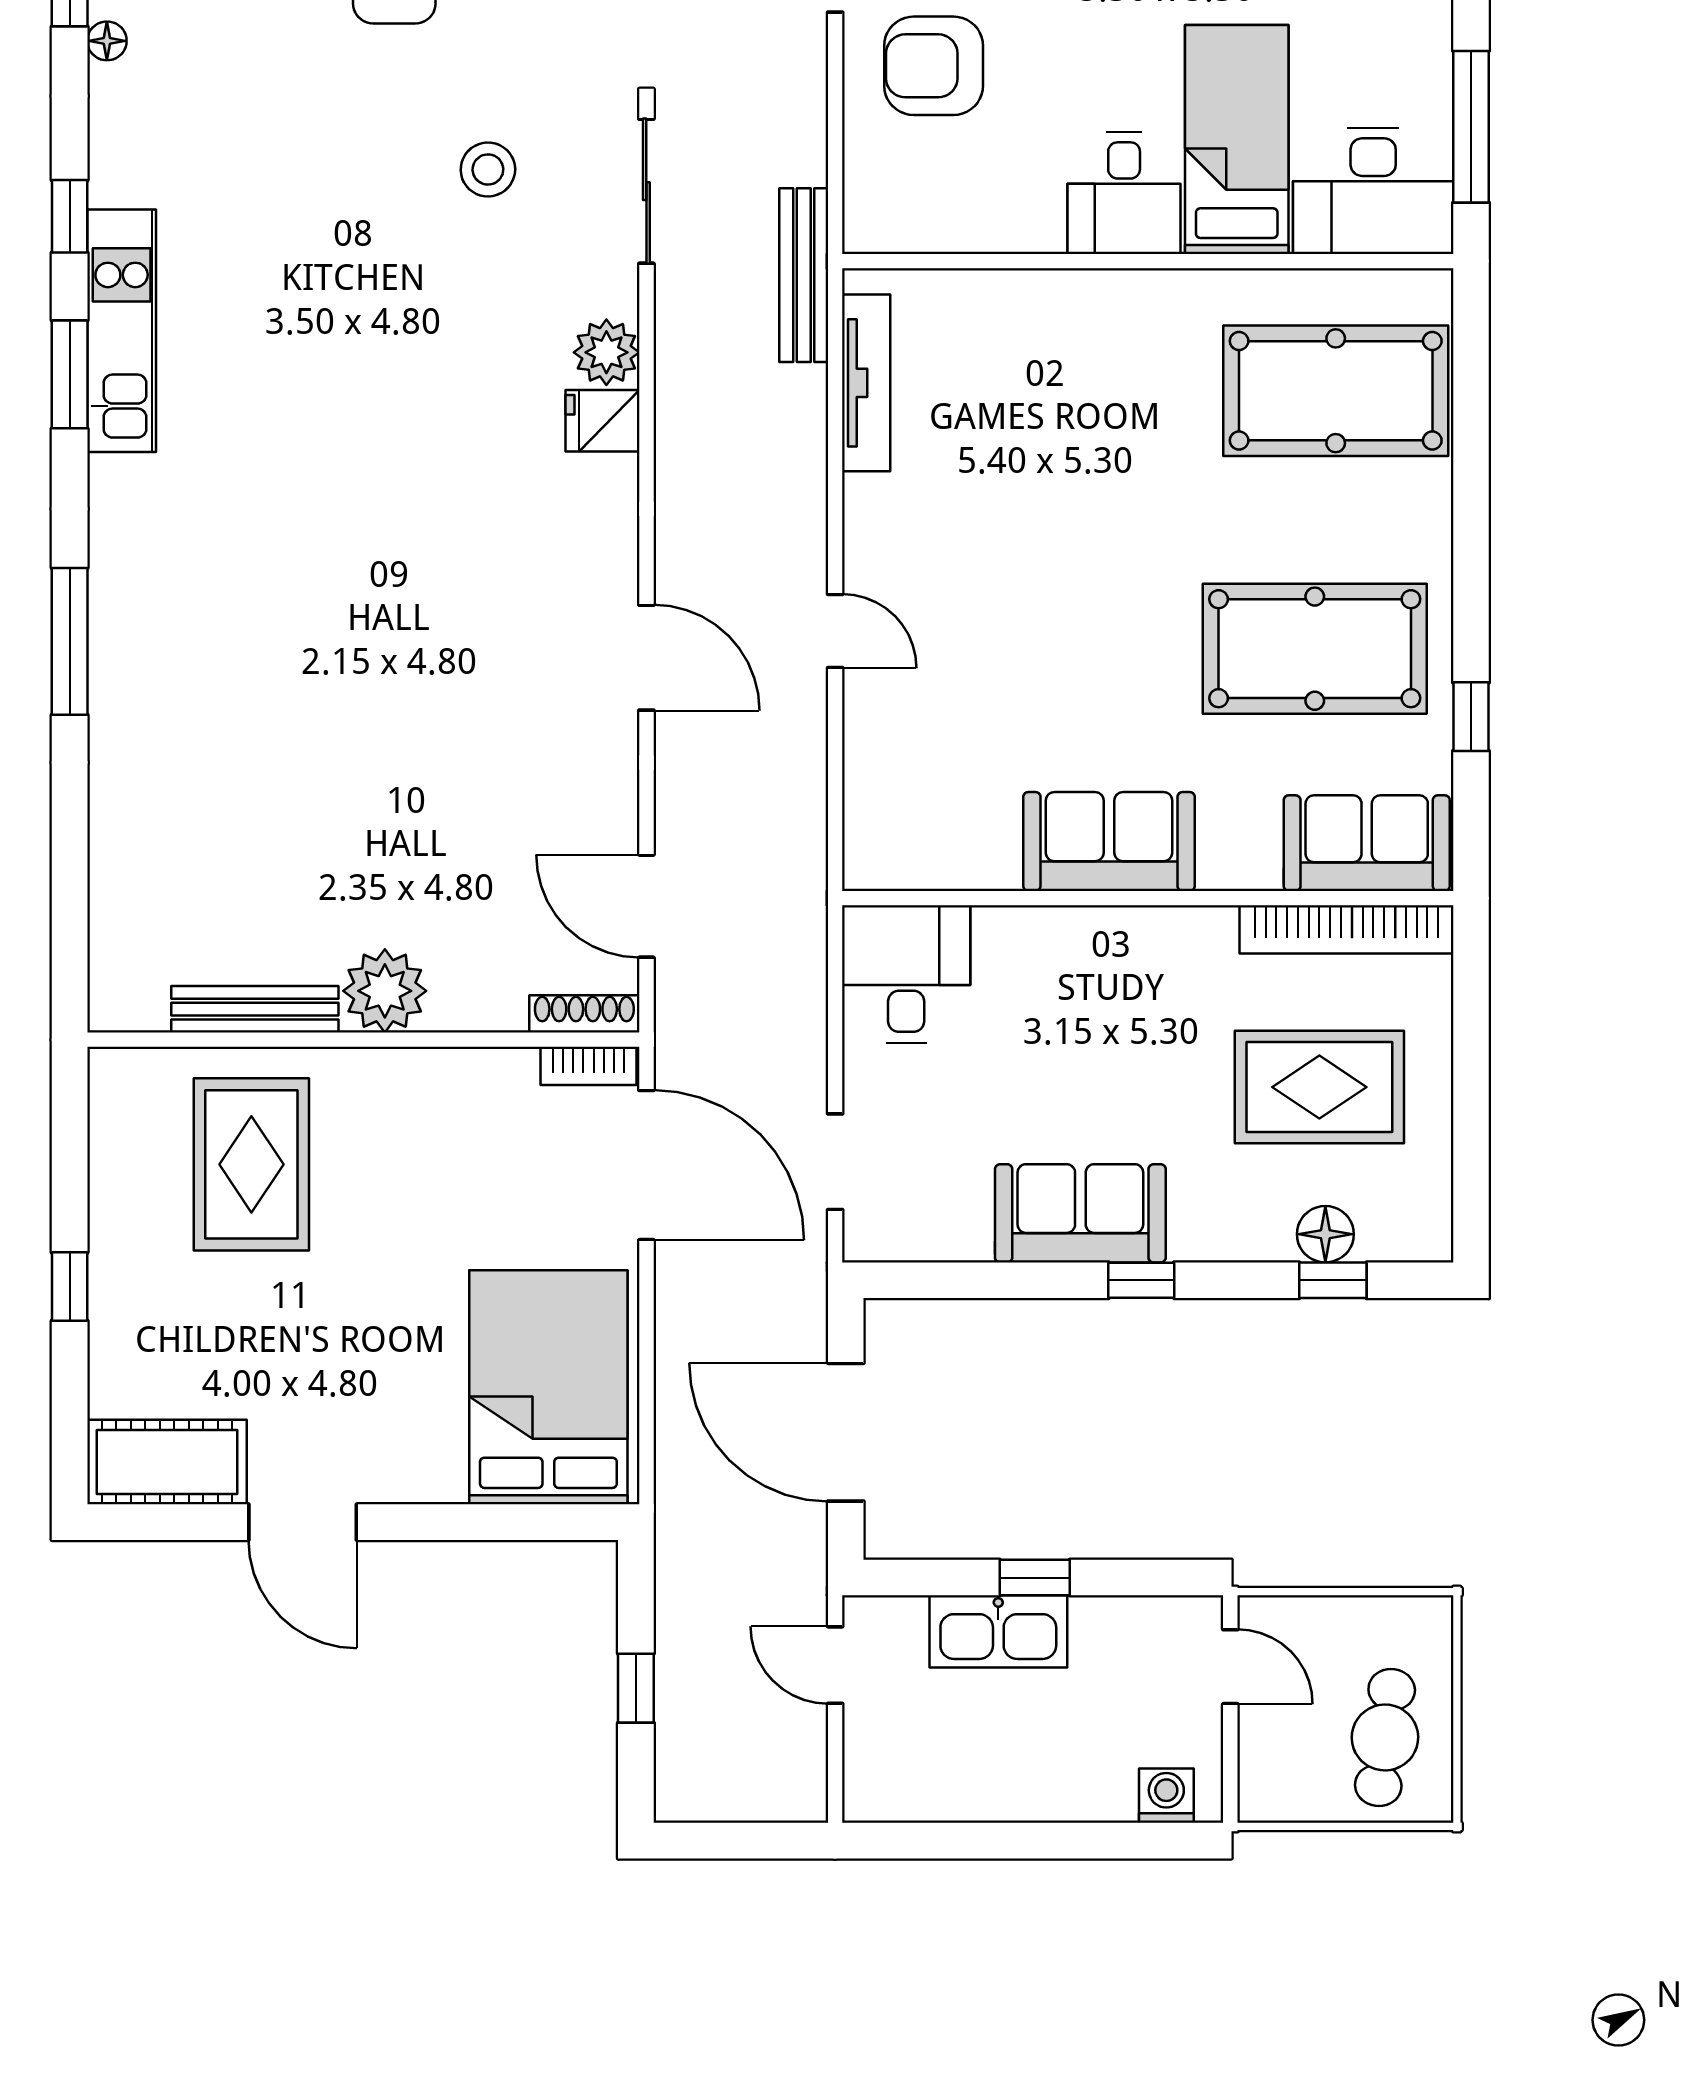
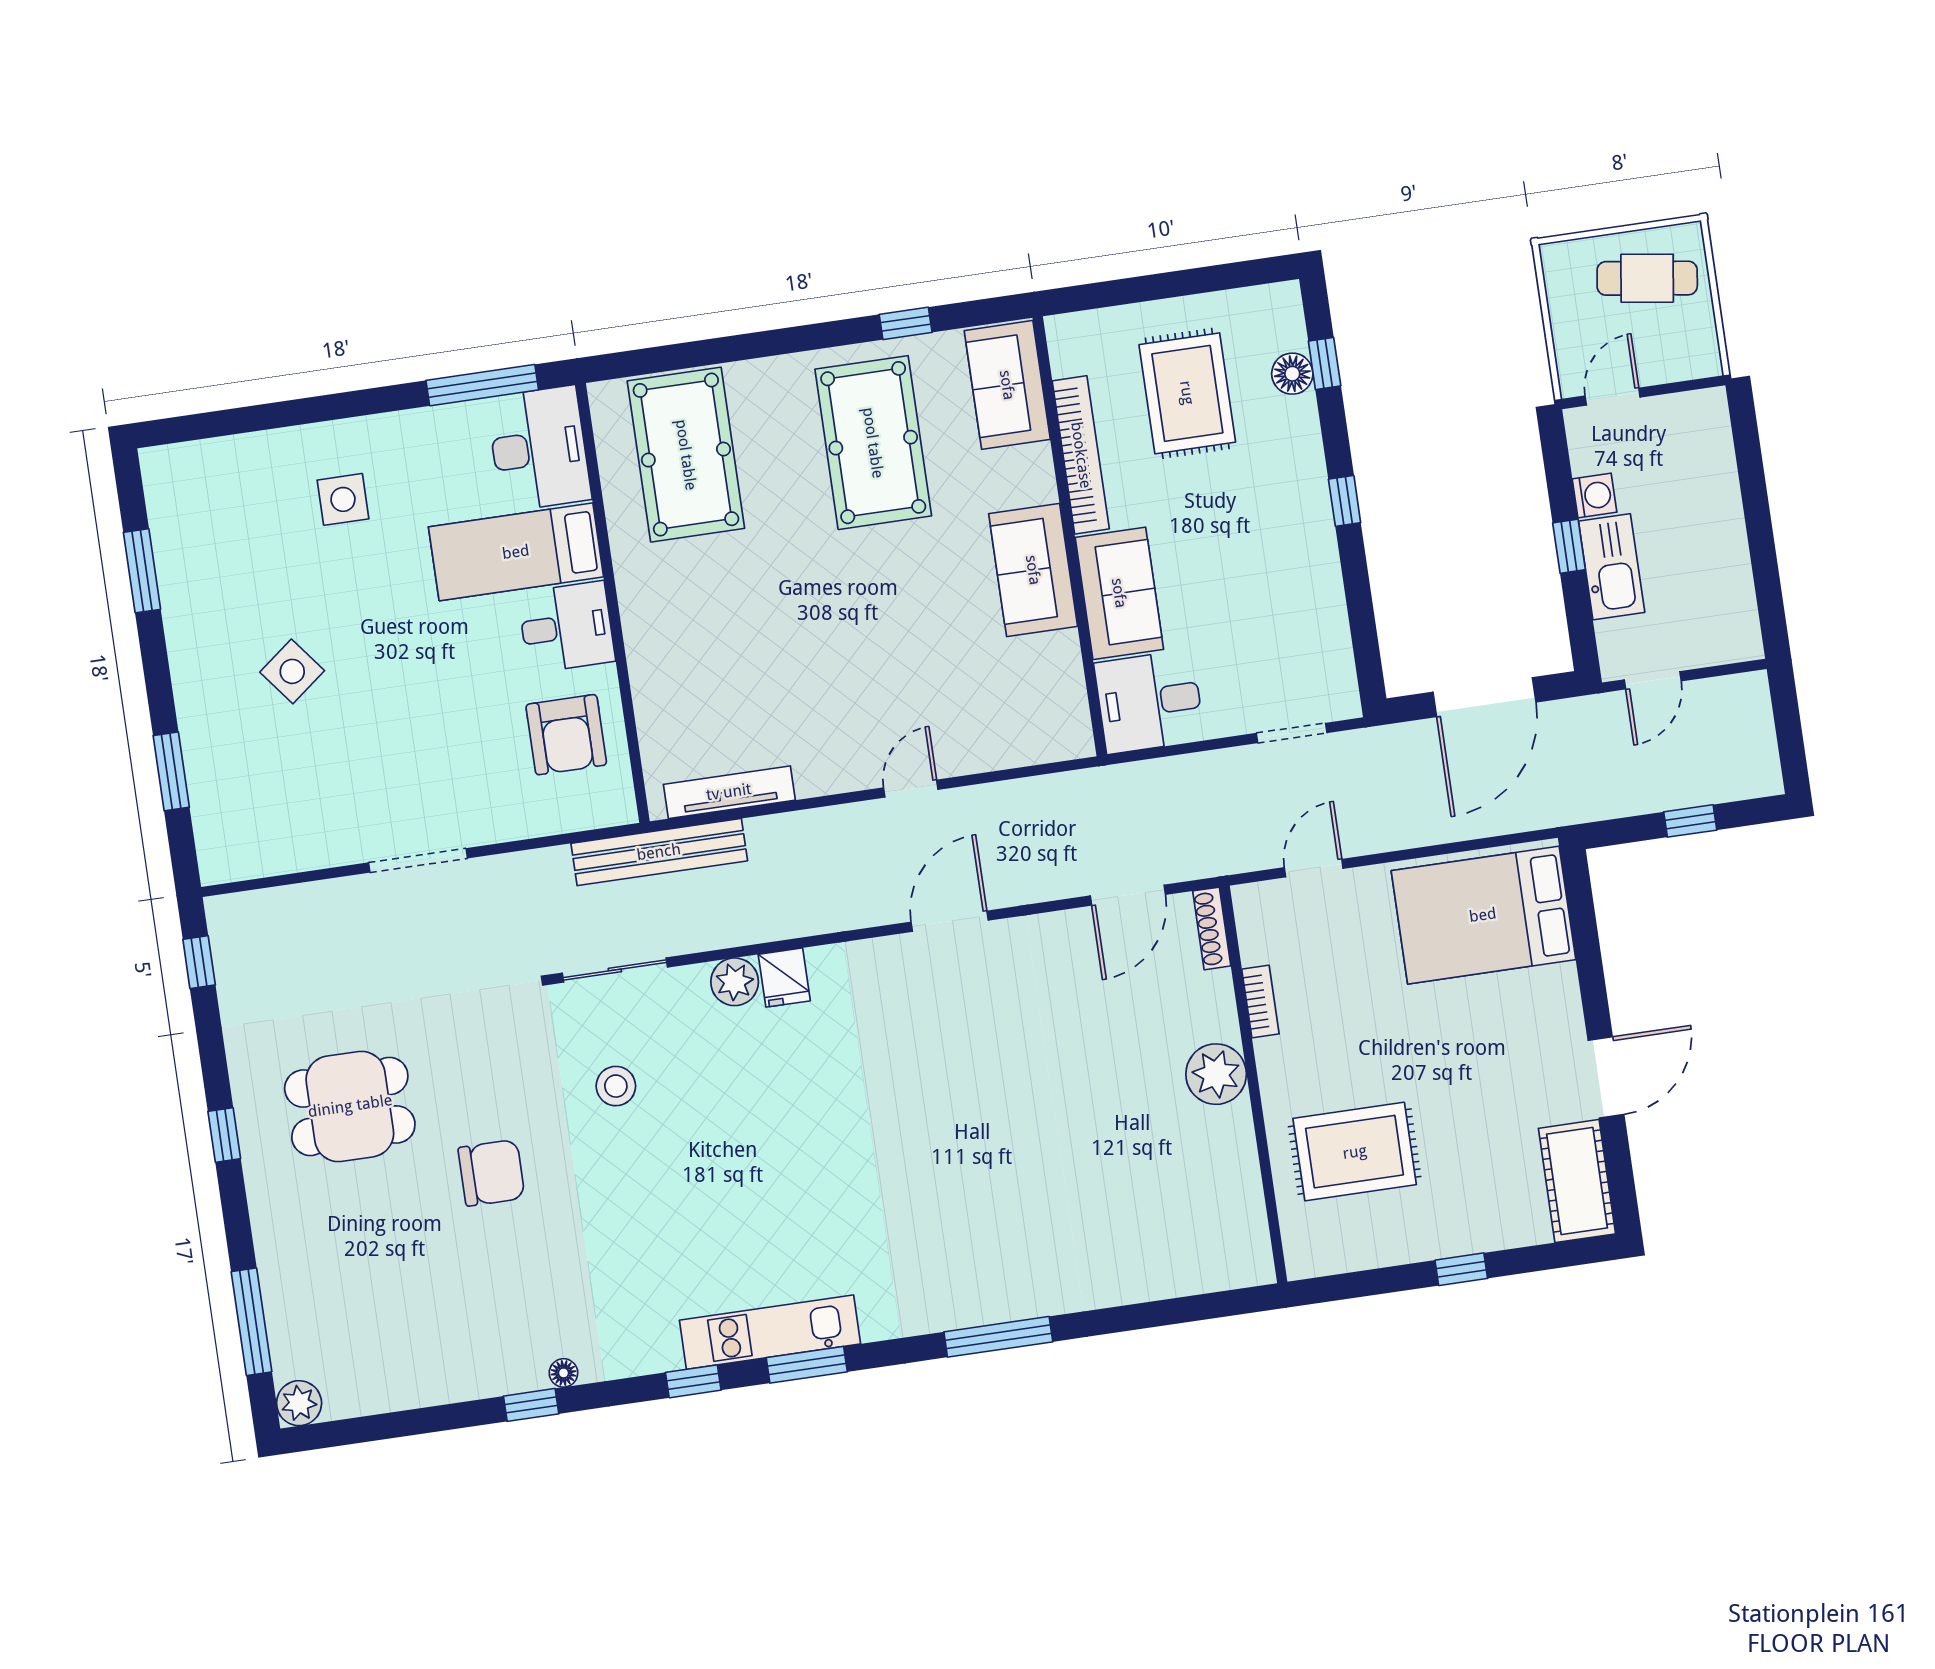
armchair: (934, 66) -> (566, 735), moved
bench: (804, 275) -> (659, 852), width x1.37, depth x1.21
bookcase: (1346, 929) -> (1081, 455), moved
bench: (255, 1009) -> (1243, 1165), removed
bookcase: (588, 1066) -> (1260, 1002), moved
door: (646, 1165) -> (1314, 868), width x0.53
sofa: (1080, 1213) -> (1119, 593), moved, turned 180
washing machine: (1166, 1796) -> (1595, 495), moved, turned 180

